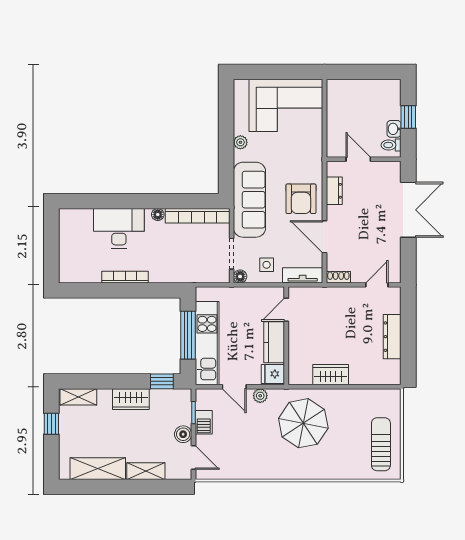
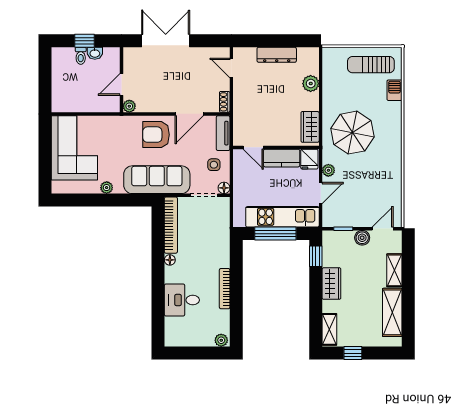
toilet: (391, 145) -> (81, 56), moved
plant: (333, 168) -> (129, 106), added
dresser: (334, 191) -> (149, 106), removed
armchair: (301, 199) -> (156, 135), turned 180
desk: (119, 228) -> (182, 300), width x0.73
plant: (66, 273) -> (221, 340), added
wardrobe: (331, 375) -> (310, 127), moved
plant: (359, 375) -> (311, 84), added
barbecue: (204, 422) -> (394, 90), moved, turned -90

